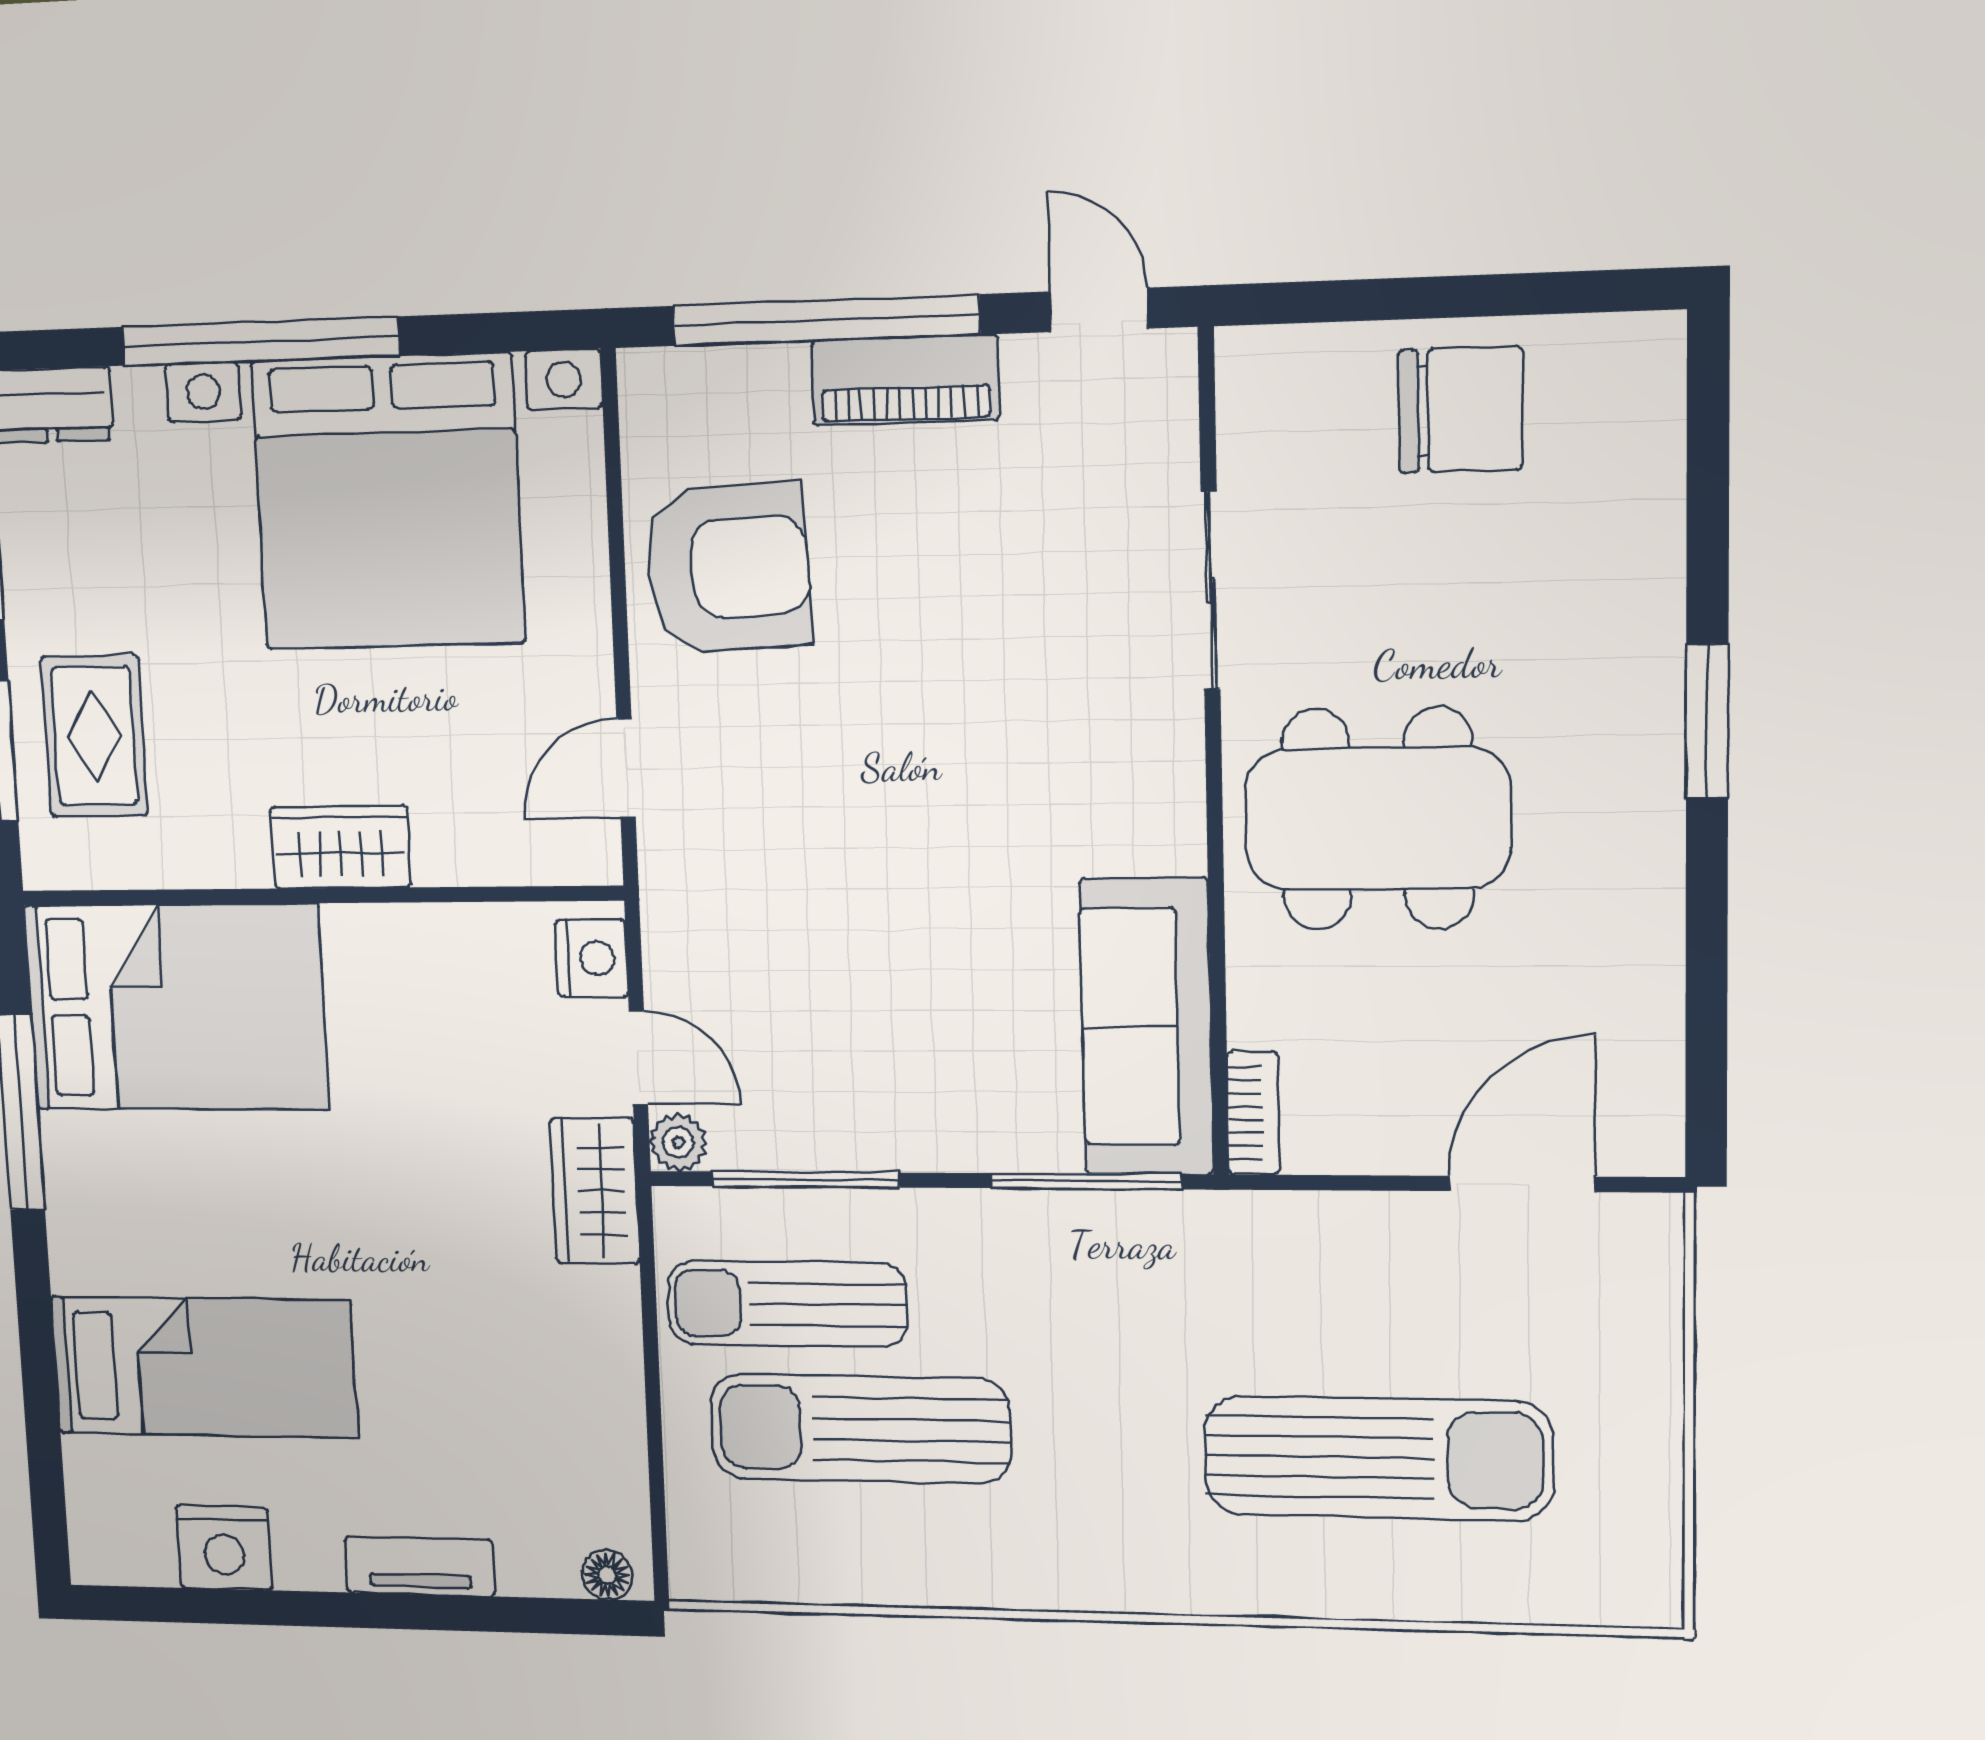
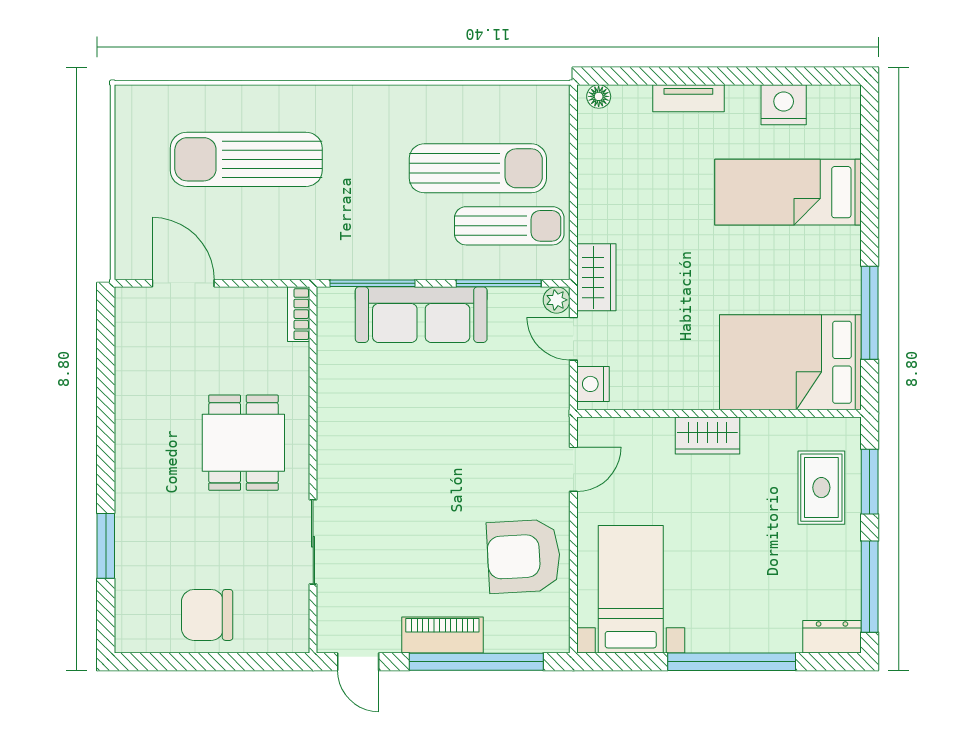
bed with nightstands: (388, 502) -> (631, 589), width x0.54
window: (1707, 721) -> (106, 546), moved
dining table: (1377, 819) -> (243, 443), width x0.73
sofa: (1146, 1027) -> (421, 315), moved, turned 90
door: (1522, 1184) -> (183, 283), swing flipped

